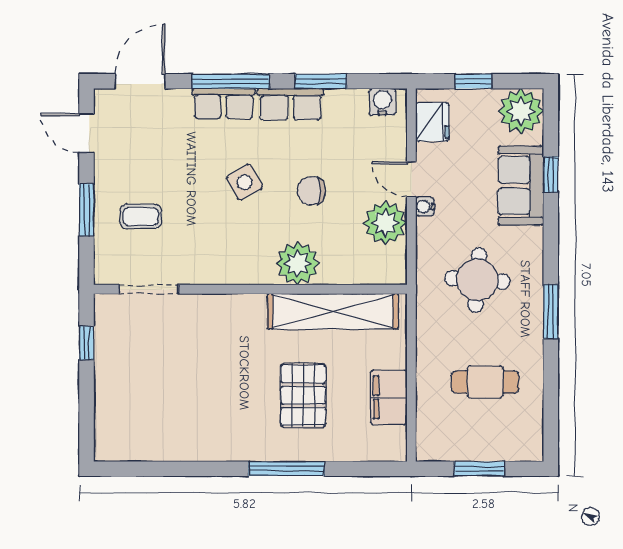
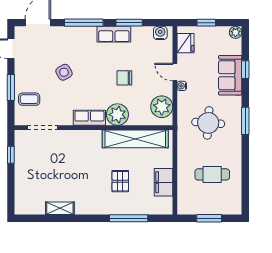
row of seats: (224, 104) -> (89, 118), moved, turned 180
plant: (521, 111) -> (236, 32), width x0.53, depth x0.53
side table: (245, 182) -> (64, 72), moved
coffee table: (141, 216) -> (29, 99), moved
plant: (385, 223) -> (162, 107), moved
window: (551, 312) -> (245, 121), moved
pallet: (303, 395) -> (120, 181), width x0.67, depth x0.71
shelving: (184, 449) -> (60, 208), added
window: (286, 469) -> (129, 218), moved

